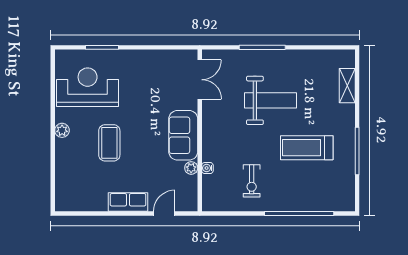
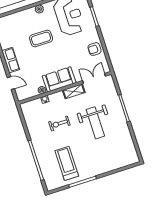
armchair: (153, 64) -> (95, 49), added
double door: (200, 80) -> (94, 78), swing flipped
shelving: (347, 86) -> (74, 91), moved
treadmill: (307, 148) -> (67, 163), moved
exercise bike: (252, 181) -> (59, 124), moved

